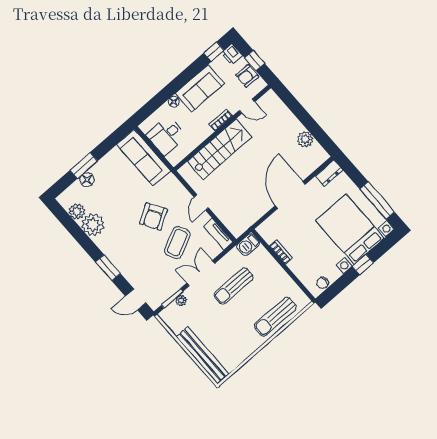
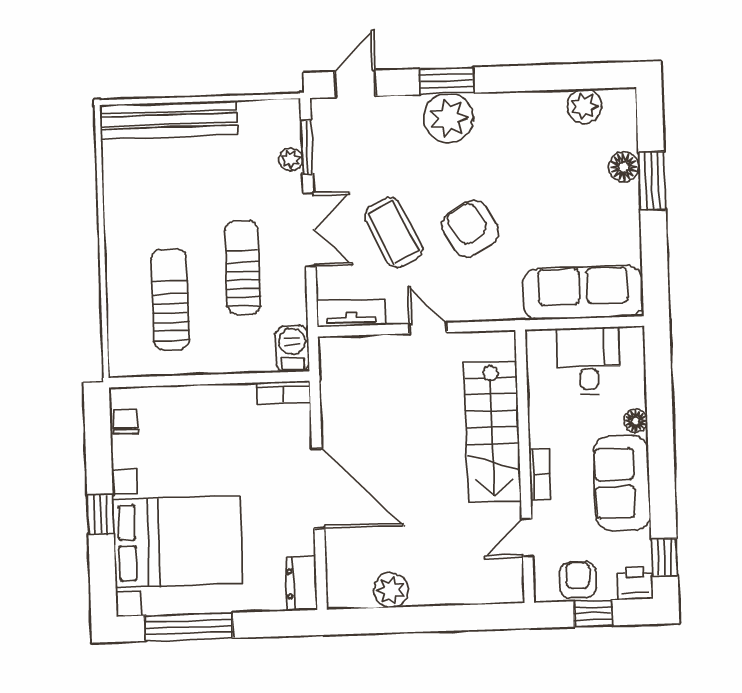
plant: (93, 225) -> (449, 118), moved
bookcase: (281, 252) -> (284, 392), moved
sun lounger: (275, 317) -> (170, 299), moved

